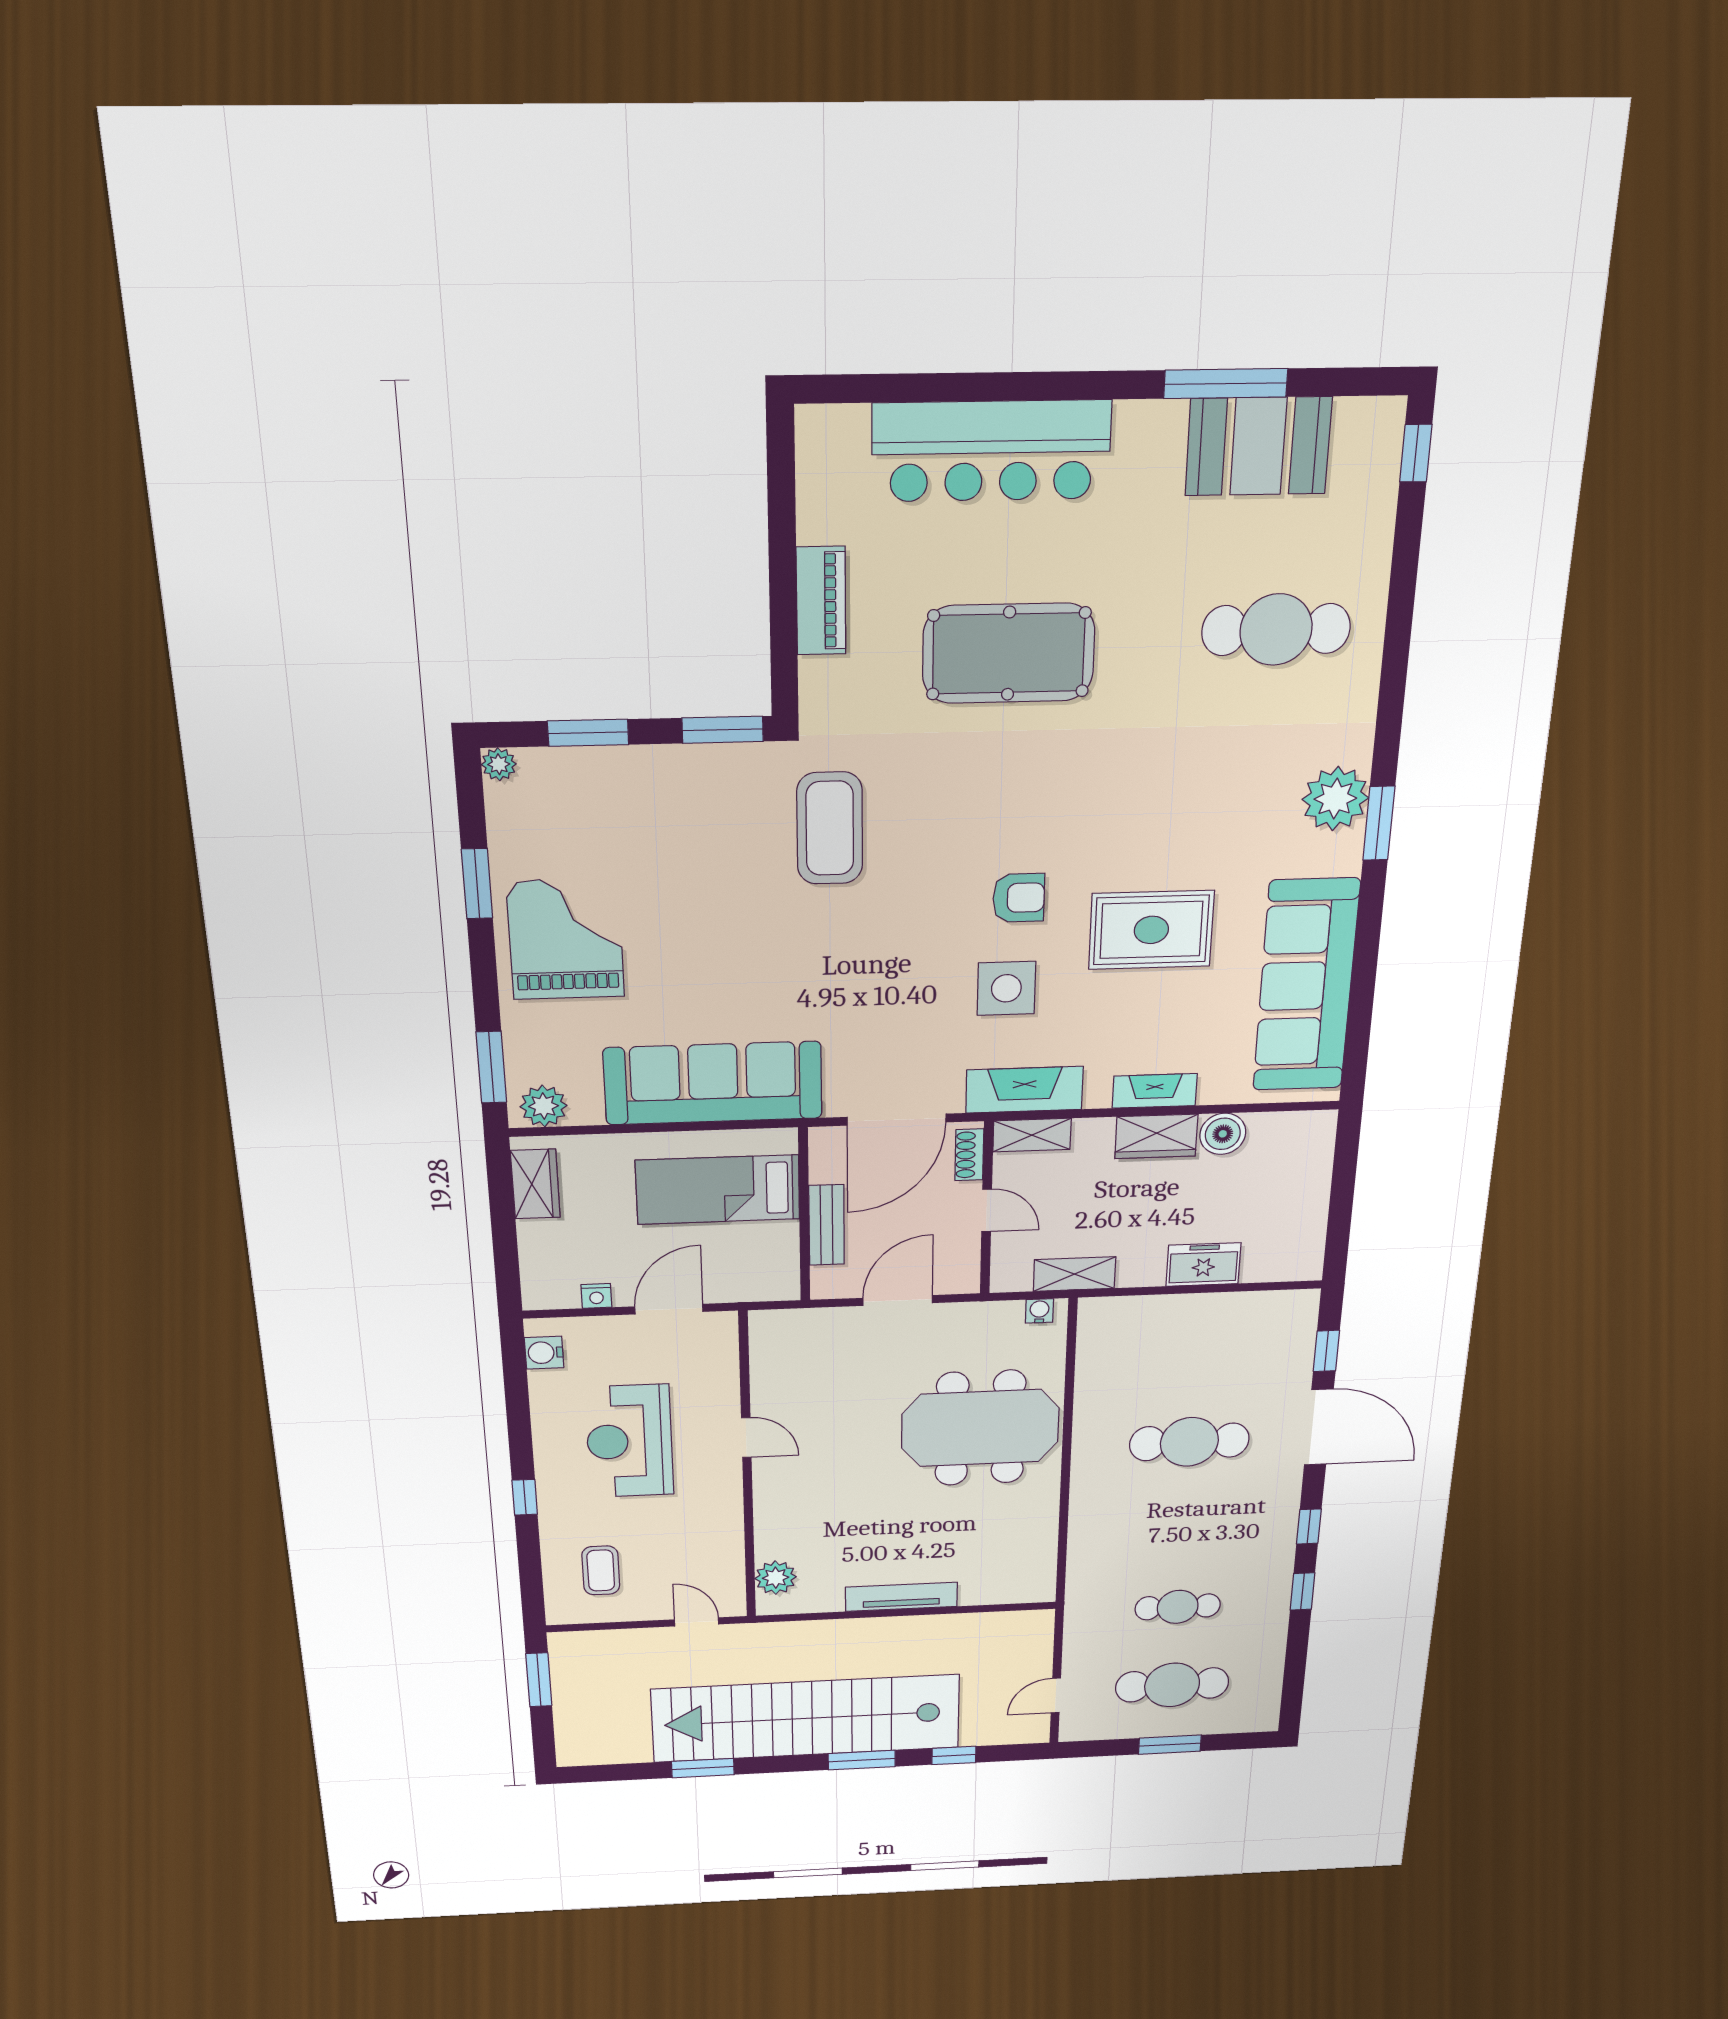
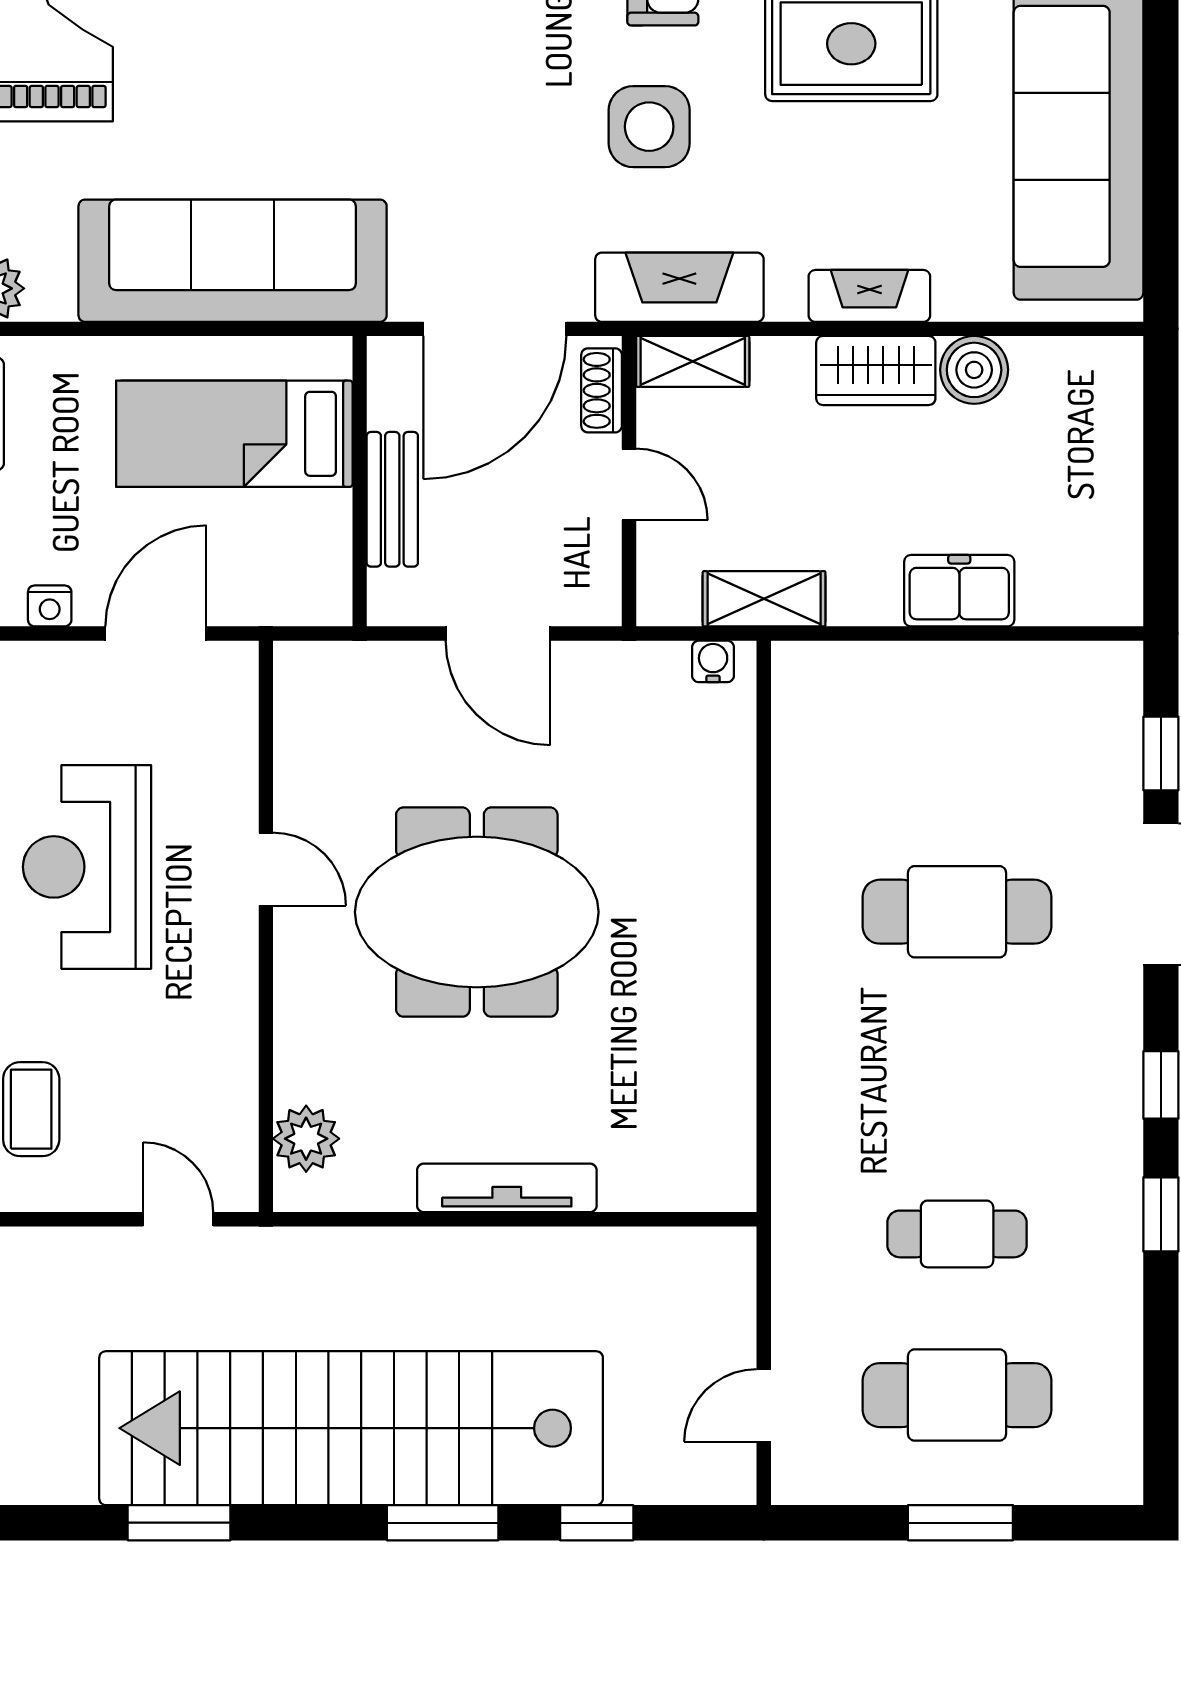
door: (898, 1300) -> (498, 634), swing flipped
meeting table: (980, 1428) -> (477, 912), moved

